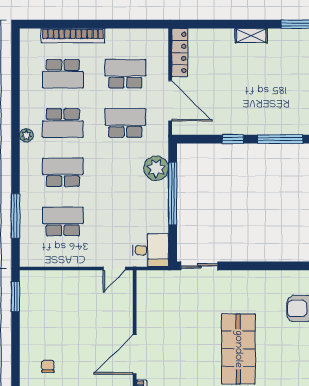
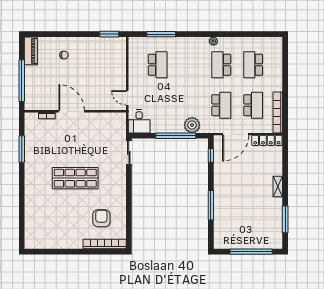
bookcase: (73, 36) -> (278, 112), moved
window: (233, 139) -> (211, 155), moved
school desk: (63, 172) -> (189, 65), removed

